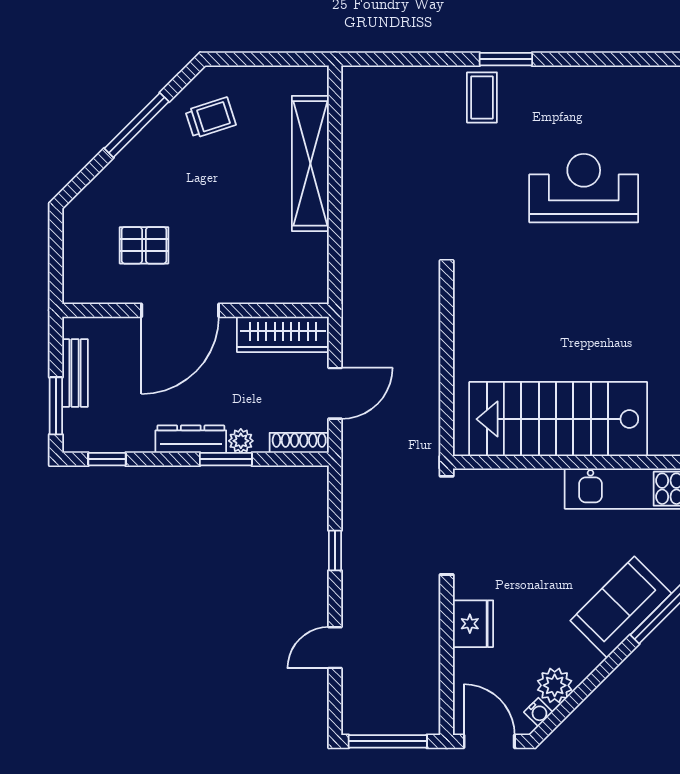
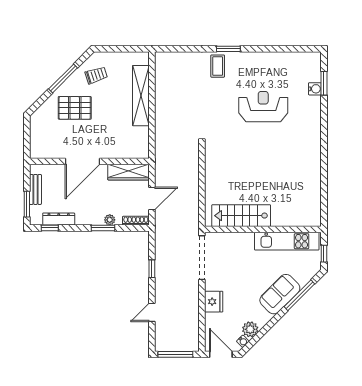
pallet: (144, 245) -> (75, 108), moved, width x1.50, depth x1.42
stairs: (558, 419) -> (241, 216), width x0.73, depth x0.66
dresser: (191, 439) -> (59, 219), moved

